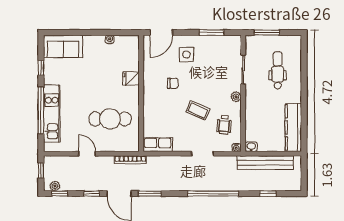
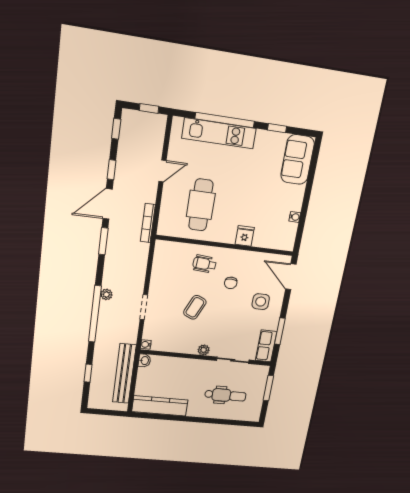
wheelchair: (224, 125) -> (204, 264), moved
row of seats: (158, 145) -> (266, 346), moved, turned 180
plant: (55, 186) -> (106, 294), moved

